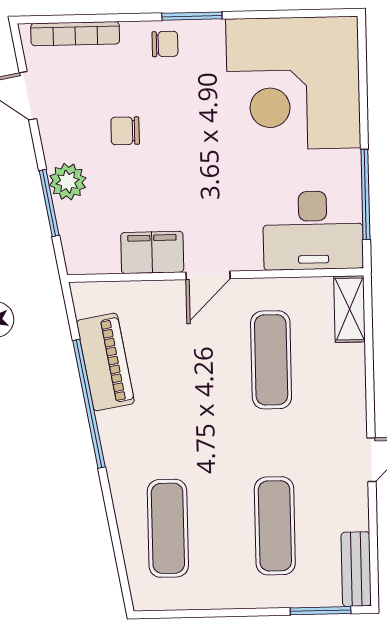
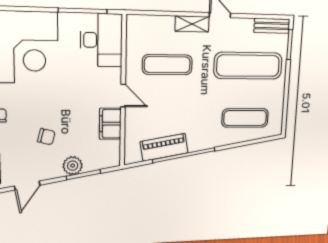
chair: (125, 131) -> (46, 137), turned -75
shelving: (349, 309) -> (192, 24), moved
exercise mat: (275, 526) -> (248, 66), width x1.36, depth x1.45

